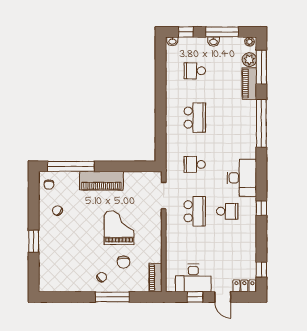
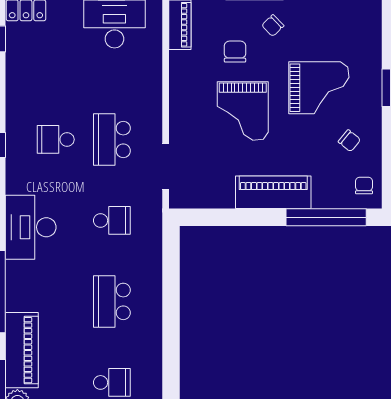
piano: (249, 84) -> (22, 350), width x1.37, depth x1.33
desk: (242, 178) -> (31, 227), moved
grand piano: (75, 241) -> (319, 88), added

